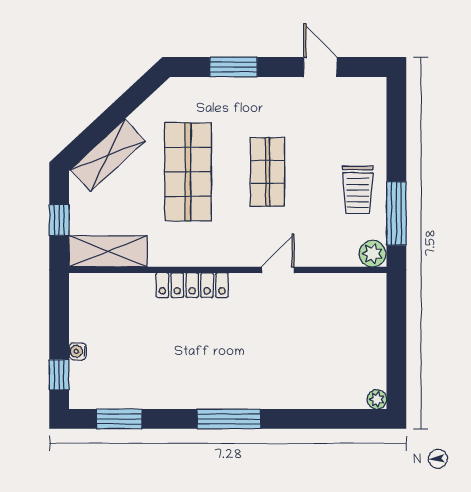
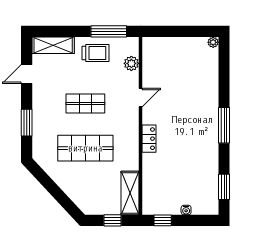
shelving: (108, 155) -> (53, 45), moved, turned -47
plant: (372, 254) -> (131, 63), moved
door: (278, 270) -> (140, 98), swing flipped
locker: (192, 285) -> (149, 139), width x0.66
window: (59, 375) -> (163, 220), moved

